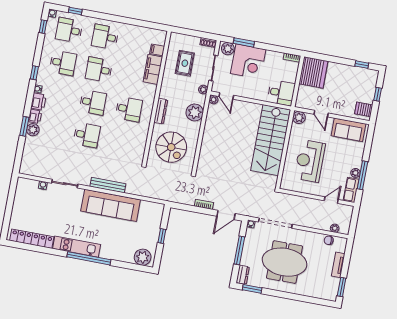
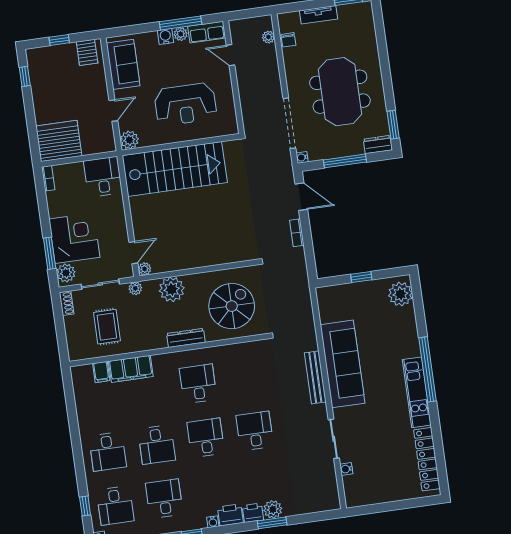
rug: (185, 63) -> (107, 327), turned 90
water cooler: (357, 163) -> (165, 37), added

